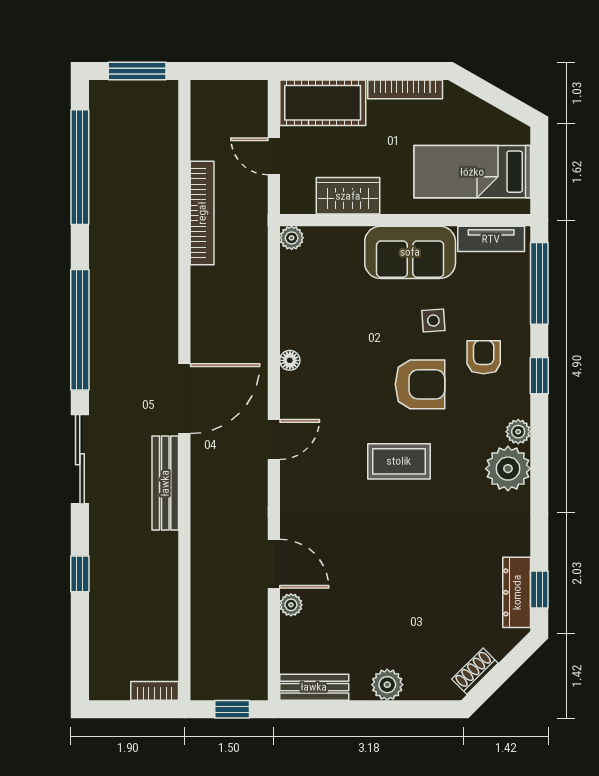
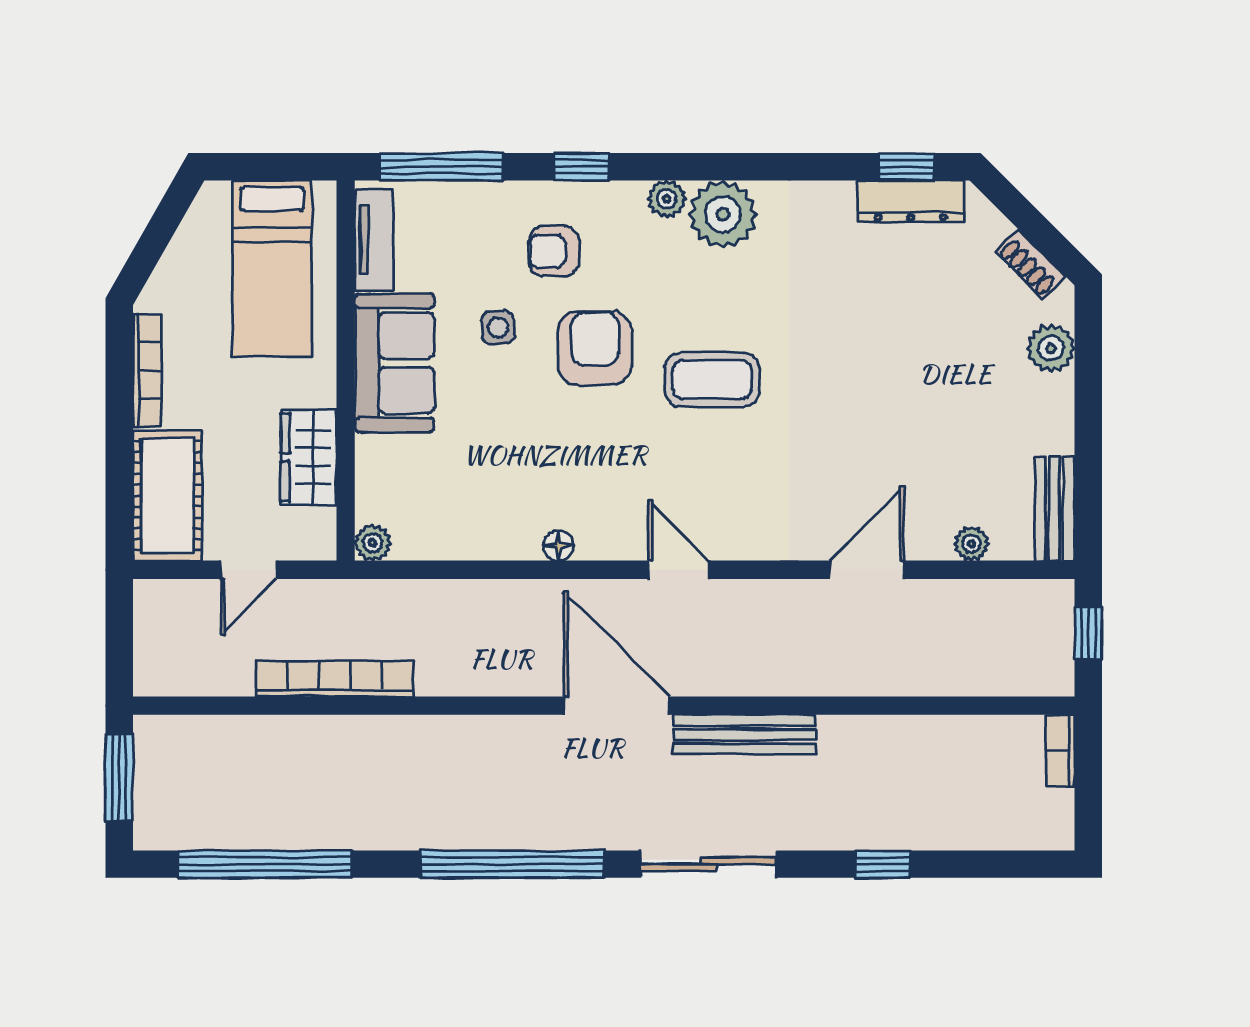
coffee table: (399, 461) -> (712, 380), turned 90
plant: (291, 605) -> (971, 544), moved
plant: (387, 685) -> (1051, 348), moved

